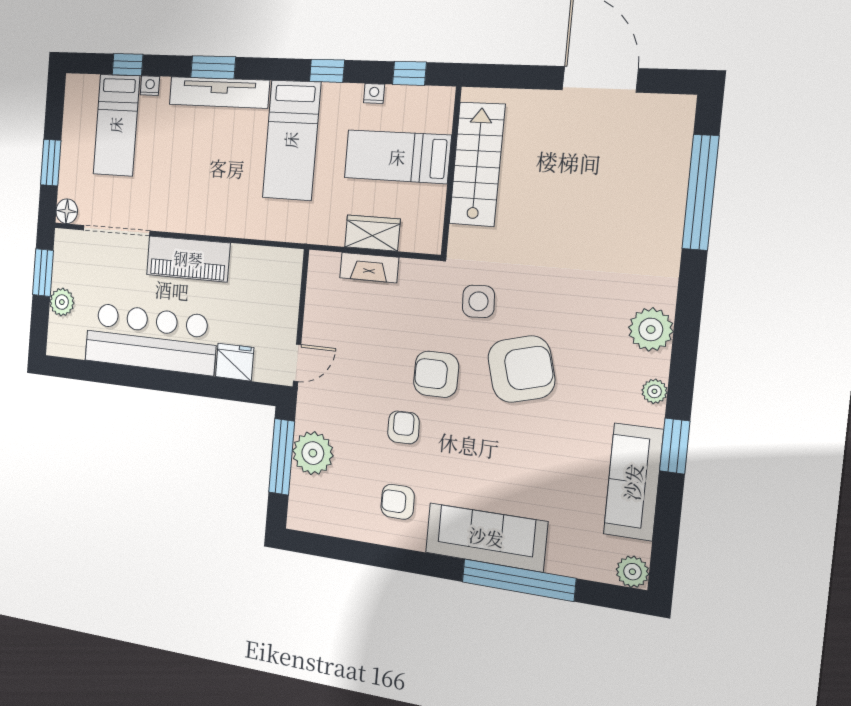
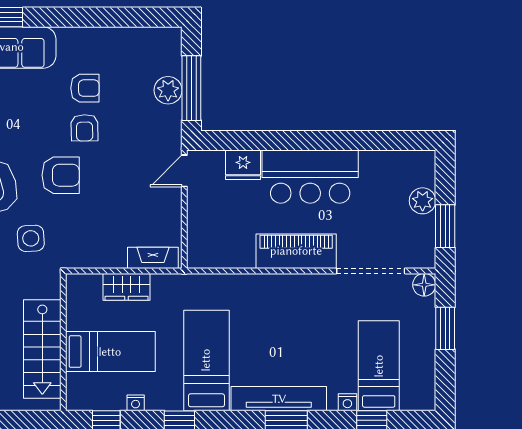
fireplace: (369, 268) -> (153, 258), moved
bar counter: (150, 339) -> (310, 177), width x0.73
plant: (313, 453) -> (168, 90), width x0.73, depth x0.73
armchair: (398, 502) -> (85, 88), moved

